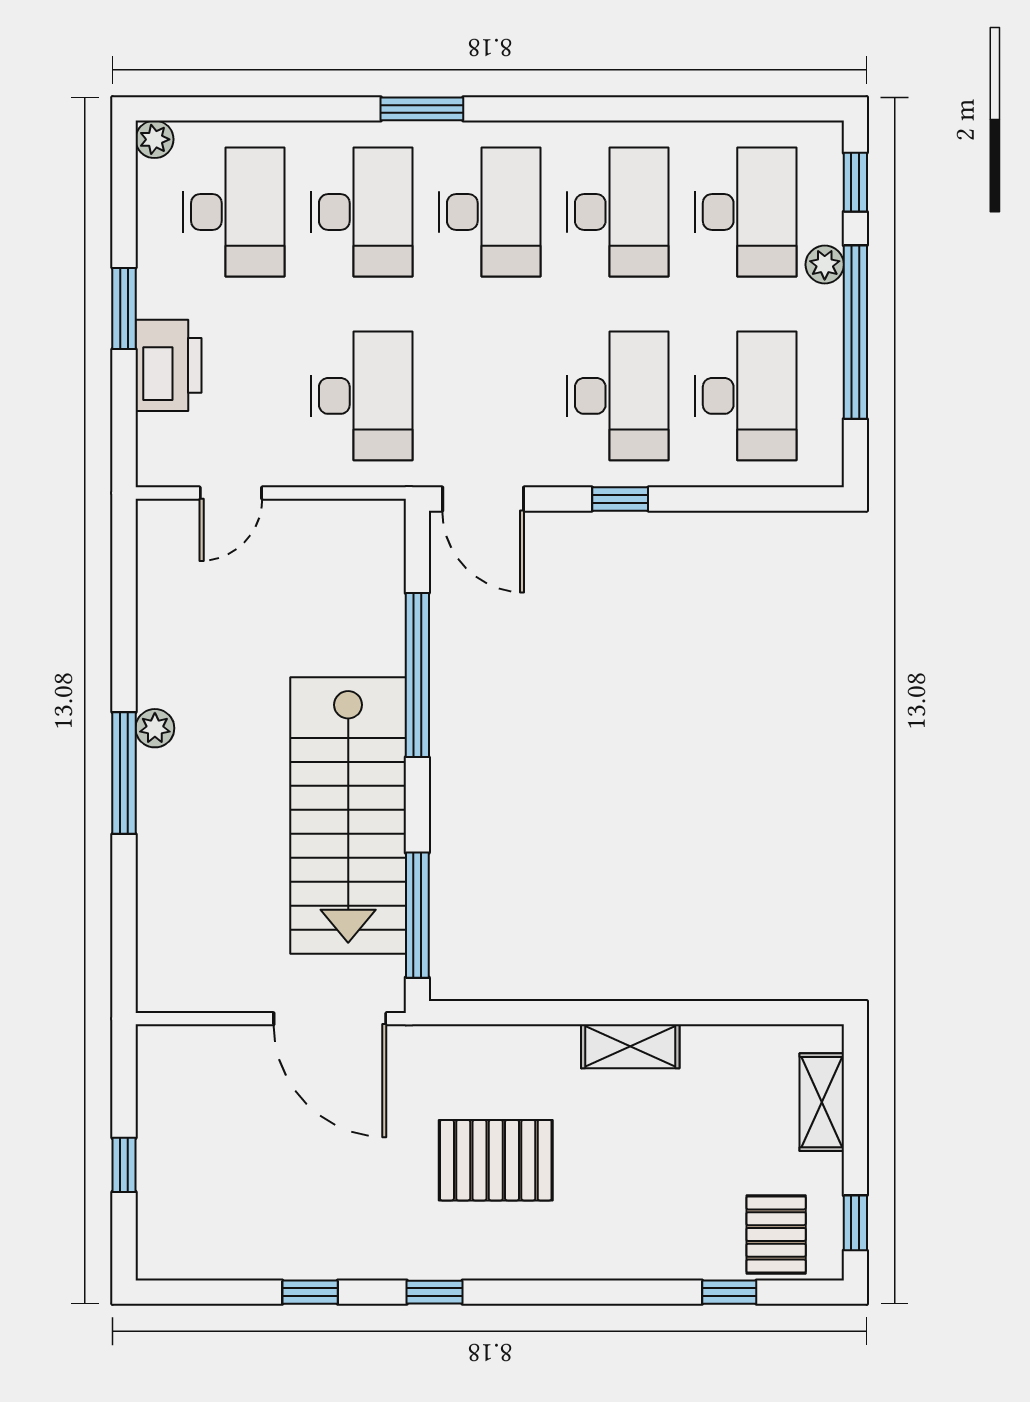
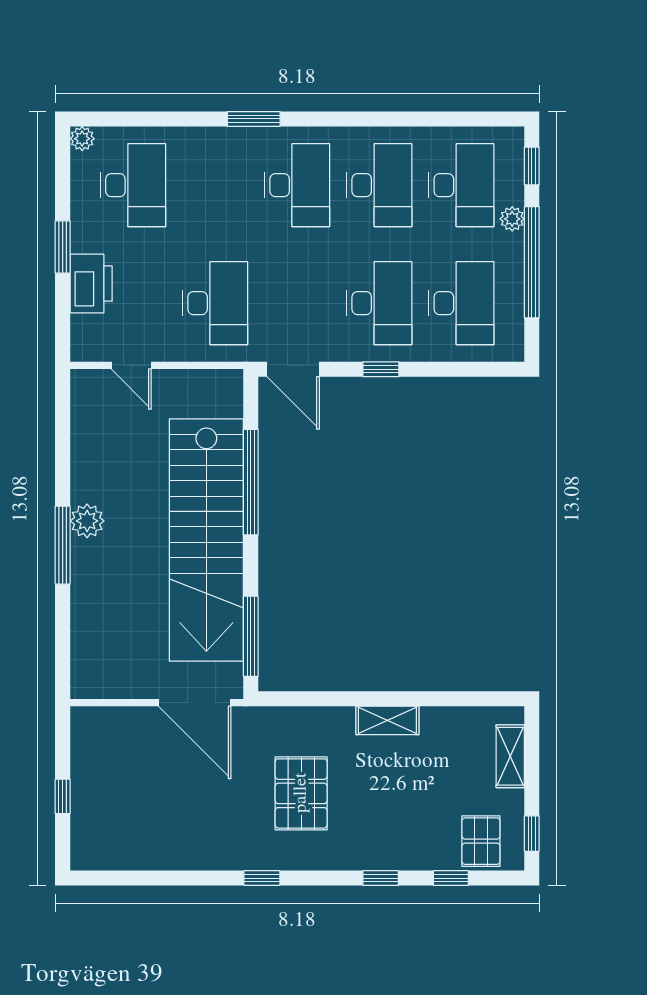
desk: (362, 212) -> (215, 185), removed
door: (231, 493) -> (131, 365), hinge flipped
plant: (155, 728) -> (87, 521), width x1.38, depth x1.38
stairs: (348, 816) -> (206, 540), width x1.36
pallet: (496, 1160) -> (301, 793), turned 90
window: (310, 1292) -> (381, 878), moved

